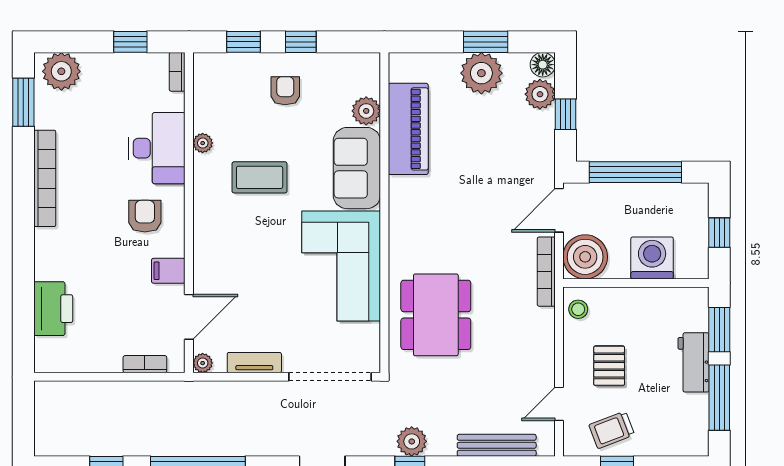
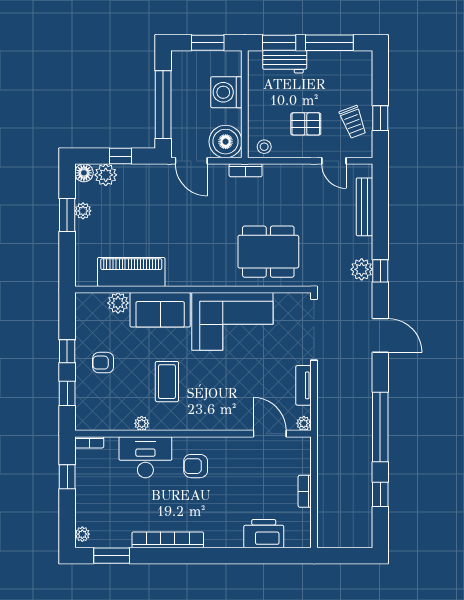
plant: (61, 71) -> (82, 534), width x0.53, depth x0.53
plant: (481, 73) -> (83, 211), width x0.53, depth x0.53
window: (719, 233) -> (208, 43), width x1.50
filing cabinet: (168, 271) -> (236, 449), removed
bookcase: (546, 272) -> (246, 170), width x0.64
workbench: (694, 362) -> (285, 62), moved
bookcase: (145, 364) -> (305, 491), moved

